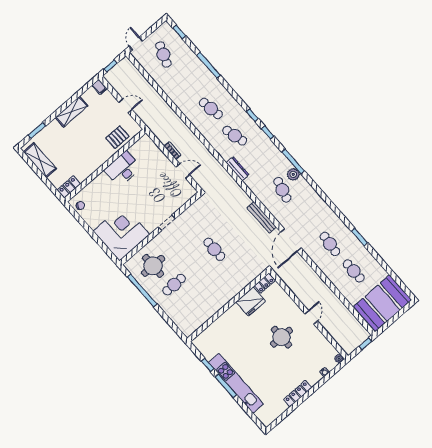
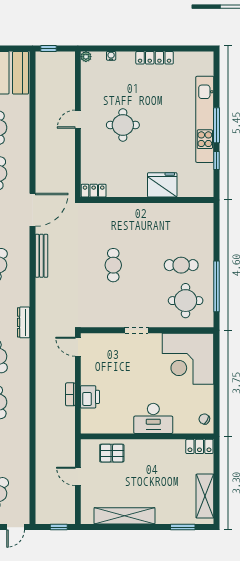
filing cabinet: (99, 87) -> (87, 516), removed
shelving: (72, 112) -> (124, 516), width x1.47
printer: (160, 159) -> (90, 397), added
desk: (123, 169) -> (153, 418), moved
door: (183, 171) -> (78, 347), moved
fridge: (251, 302) -> (162, 185), moved

